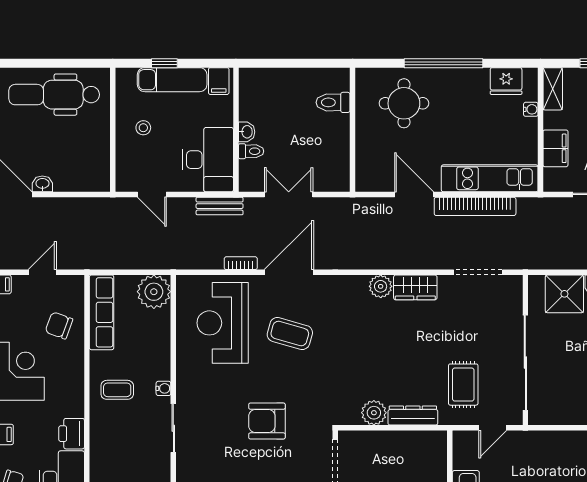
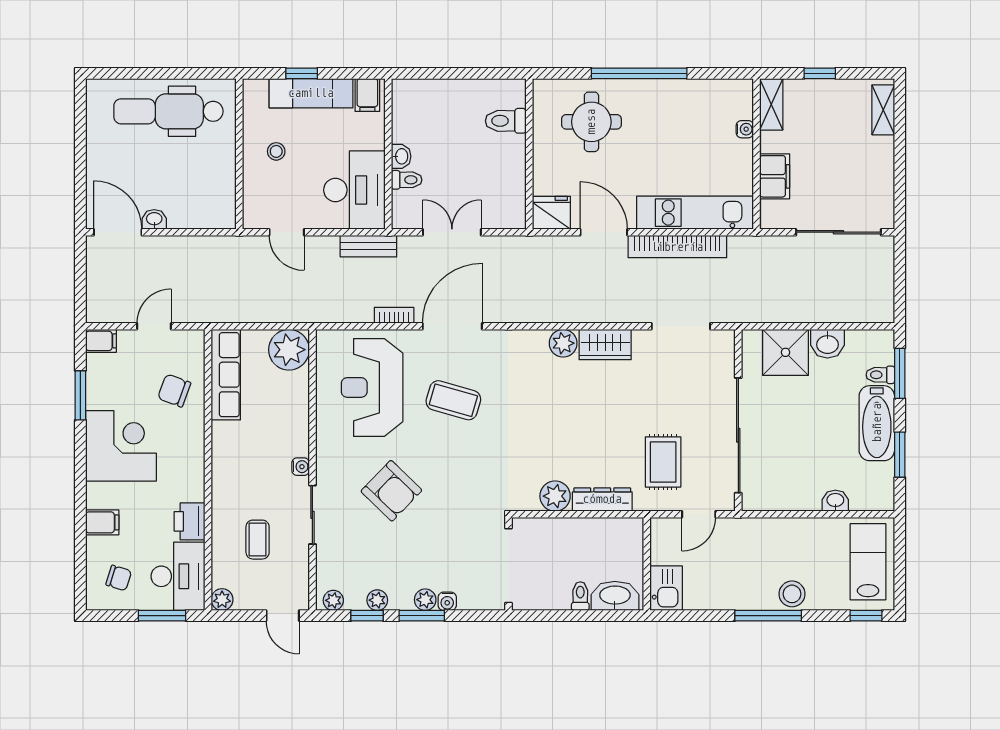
fridge: (506, 81) -> (551, 213), moved, turned 180
coffee table: (117, 390) -> (258, 540), moved, turned 90
armchair: (267, 421) -> (391, 491), moved, turned -136

